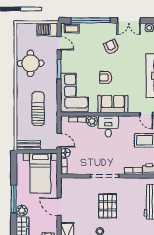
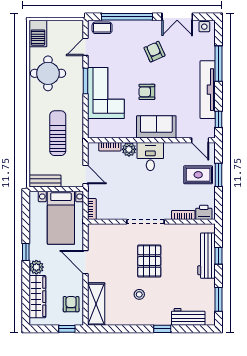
barbecue: (47, 30) -> (38, 34), moved, turned -90
door: (59, 43) -> (86, 47), swing flipped
corner sofa: (74, 93) -> (106, 93), moved
floor lamp: (65, 153) -> (94, 191), removed
window: (14, 199) -> (26, 252), width x0.46

